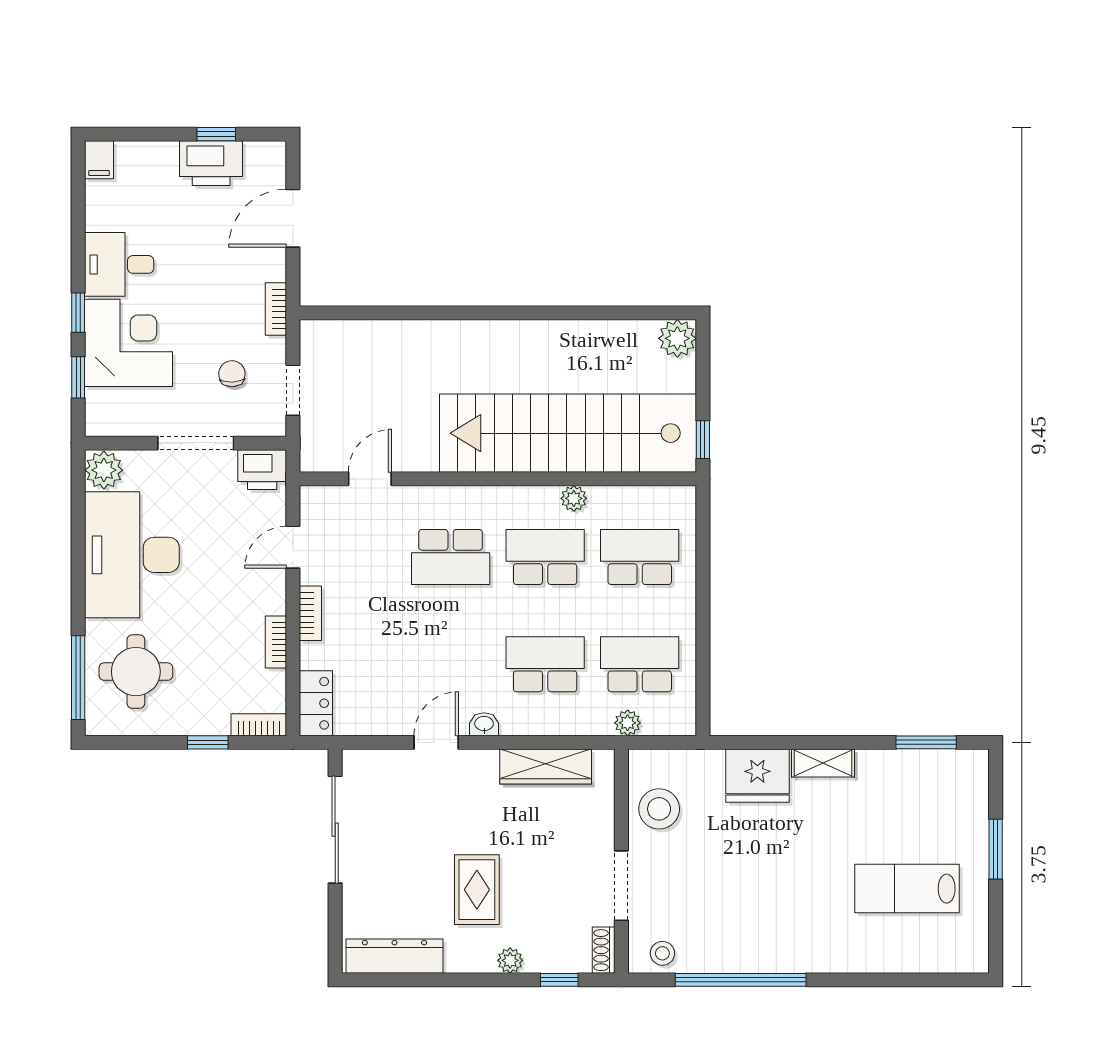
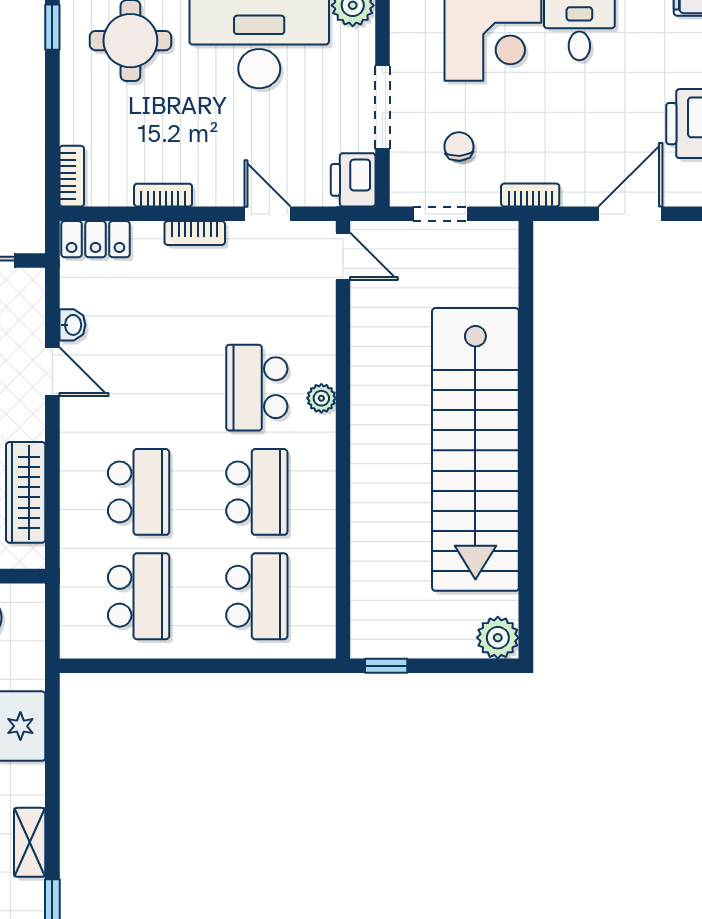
door: (293, 218) -> (630, 214), hinge flipped
chair: (232, 374) -> (459, 147), turned -92
stairs: (568, 433) -> (475, 449), moved, turned 180
door: (370, 479) -> (343, 256), moved
plant: (574, 498) -> (321, 398), moved
plant: (628, 723) -> (74, 583), removed
washbasin: (484, 724) -> (72, 325), moved
window: (208, 742) -> (52, 27), moved
shelving: (823, 763) -> (30, 842), moved

